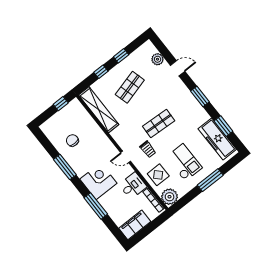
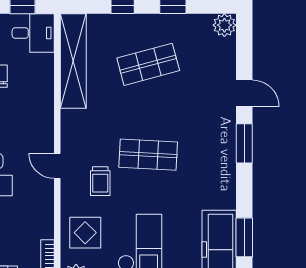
plant: (158, 59) -> (224, 25), moved
window: (200, 96) -> (244, 143), moved
desk: (133, 186) -> (33, 33), moved

